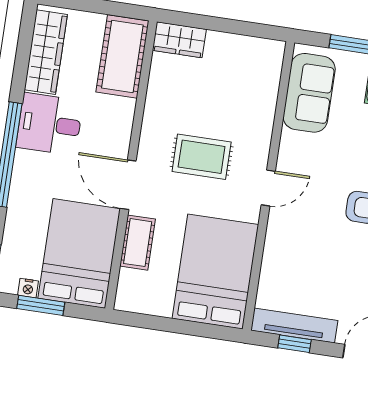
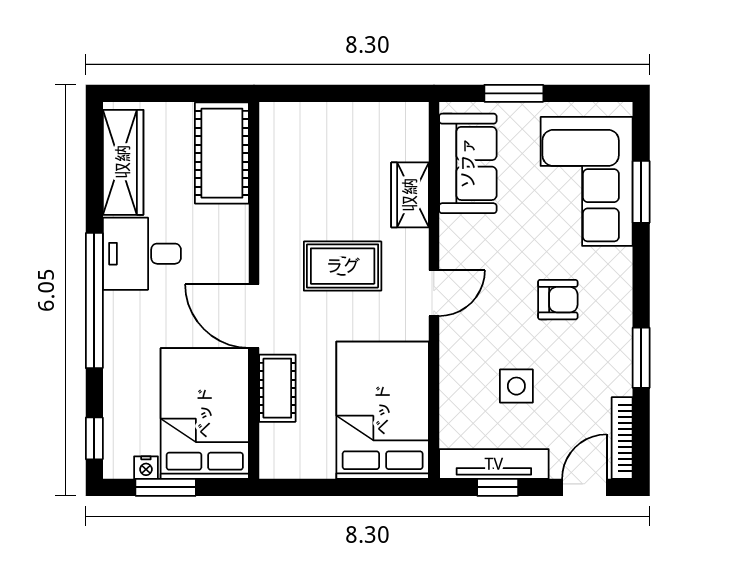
wardrobe: (179, 40) -> (410, 195), moved, turned 90
side table: (320, 269) -> (516, 386), added

